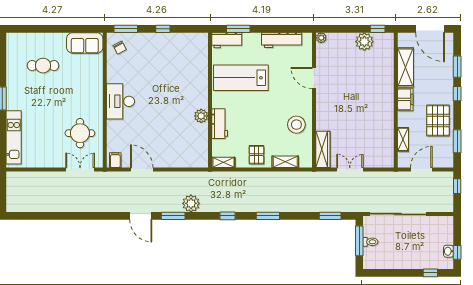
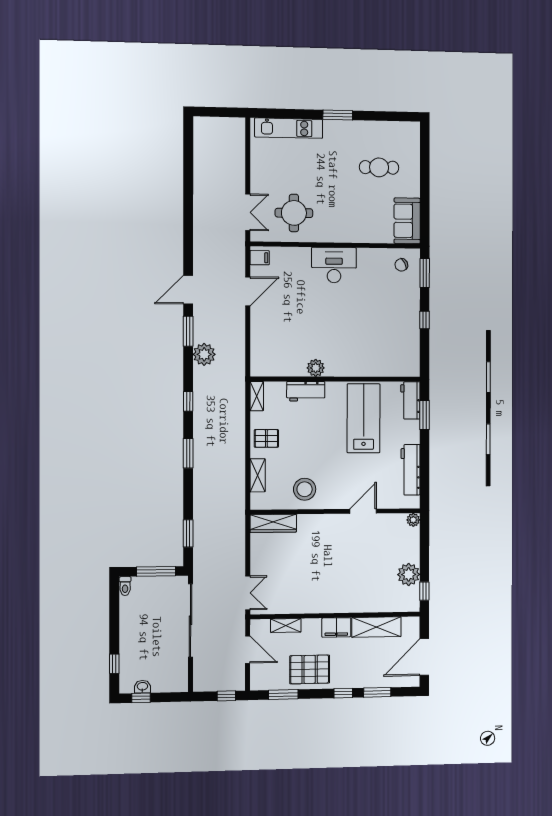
cafe table: (43, 66) -> (379, 167), turned 90
double door: (350, 169) -> (248, 593), moved
toilet: (370, 242) -> (125, 586), moved

